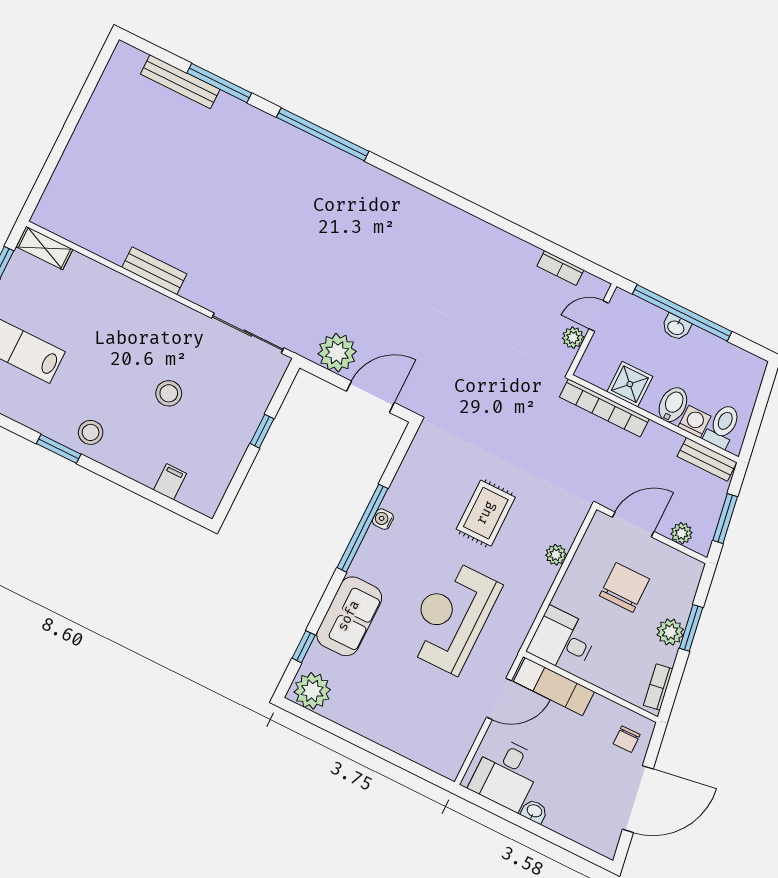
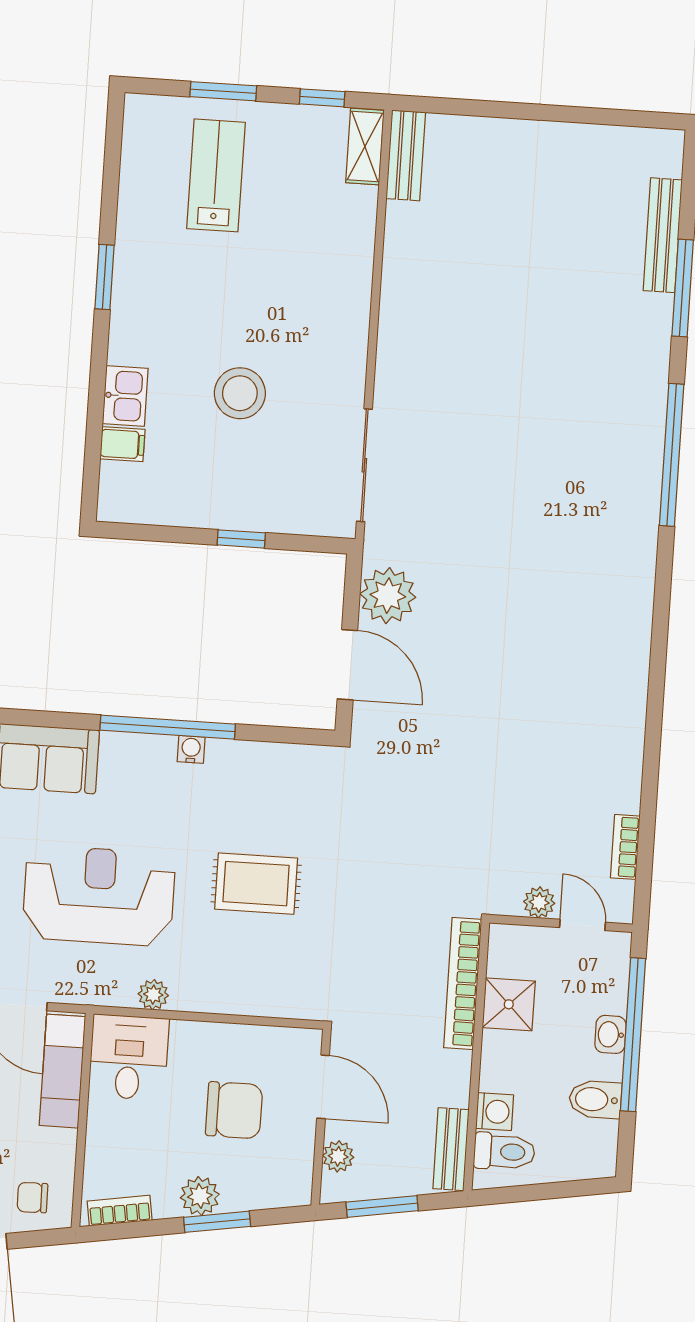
bench: (154, 271) -> (406, 155), moved
stool: (169, 393) -> (240, 393), width x1.38, depth x1.38
bidet: (673, 405) -> (595, 1099), moved, turned 180
stool: (91, 432) -> (144, 311), removed
kitchen sink: (140, 467) -> (125, 396), added
plant: (556, 555) -> (153, 995), moved

